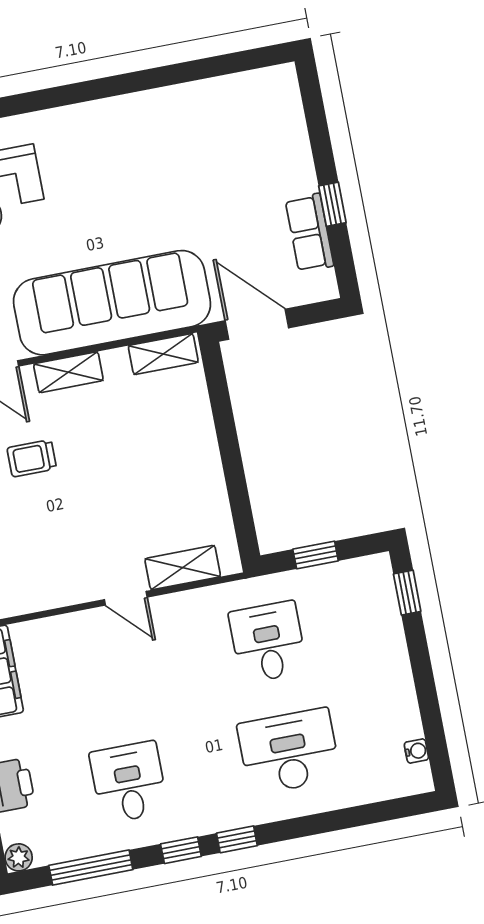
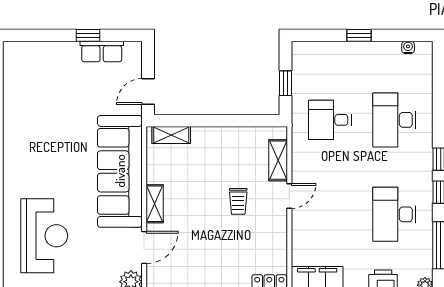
door: (257, 324) -> (148, 91), width x0.73
shelving: (163, 354) -> (171, 135), moved, turned 90
trolley: (32, 458) -> (238, 201), moved
window: (407, 593) -> (359, 35), moved
desk: (129, 782) -> (394, 214), width x1.37

